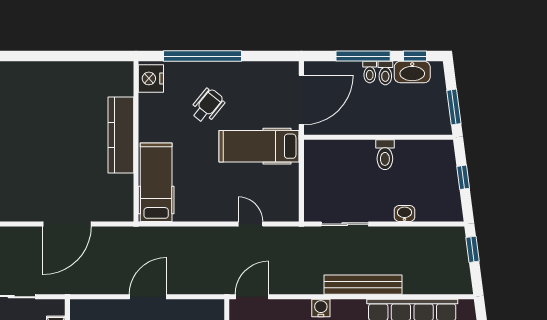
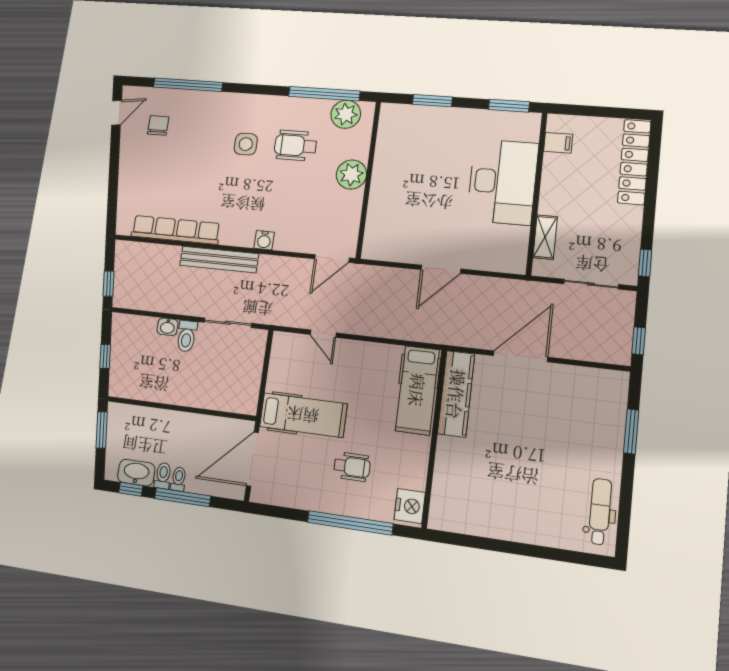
wheelchair: (207, 106) -> (352, 467), turned -129
kitchen counter: (121, 135) -> (456, 394), moved
toilet: (385, 155) -> (187, 336), moved, turned 180

